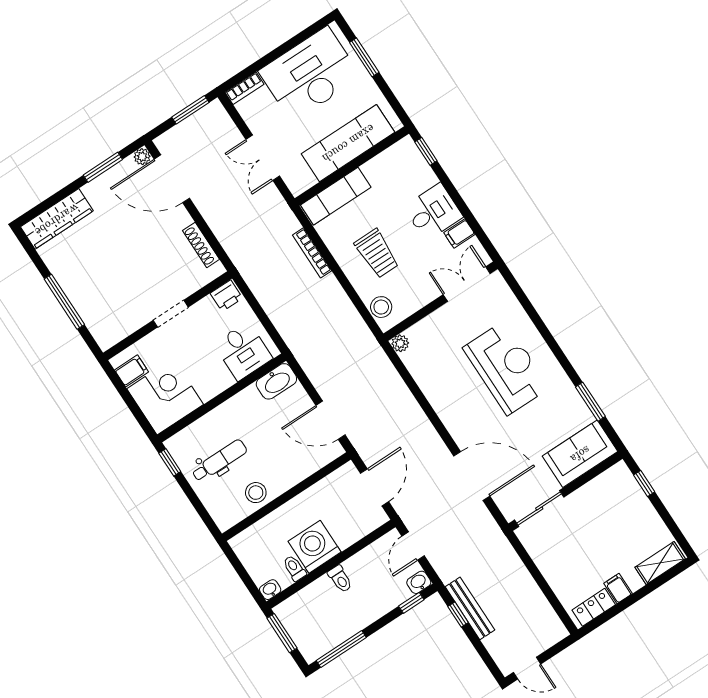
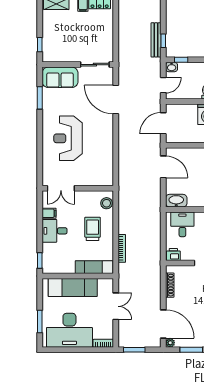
plant: (400, 343) -> (109, 181), removed

